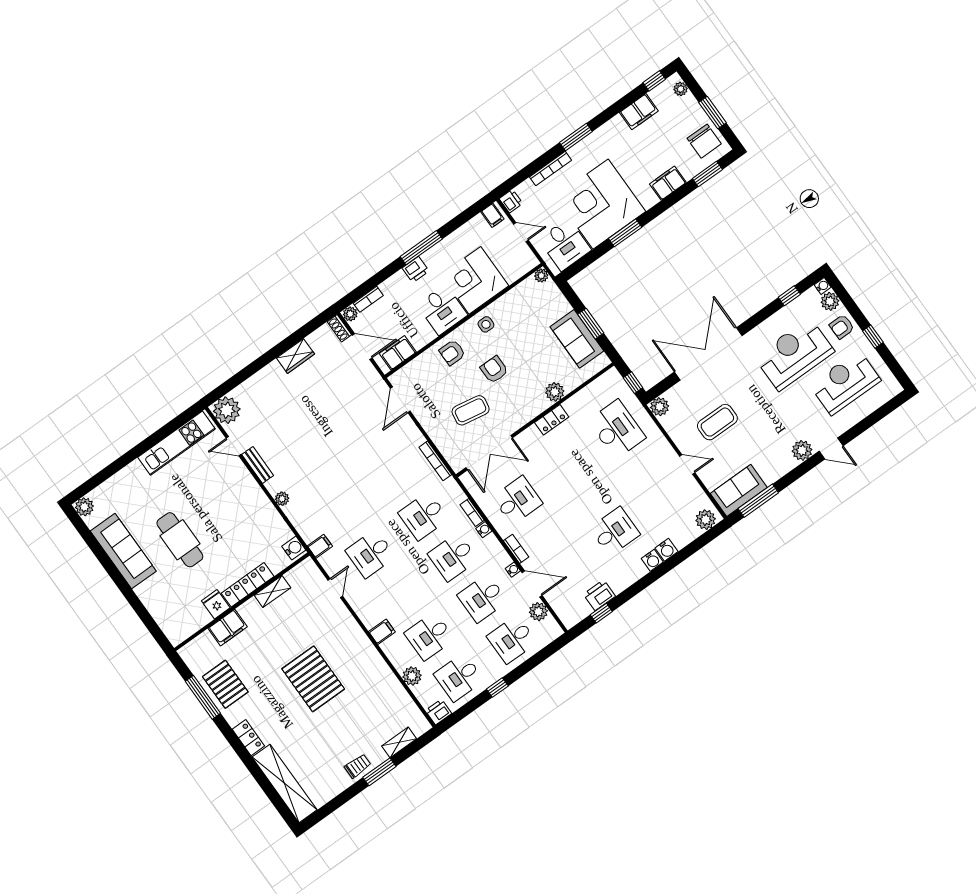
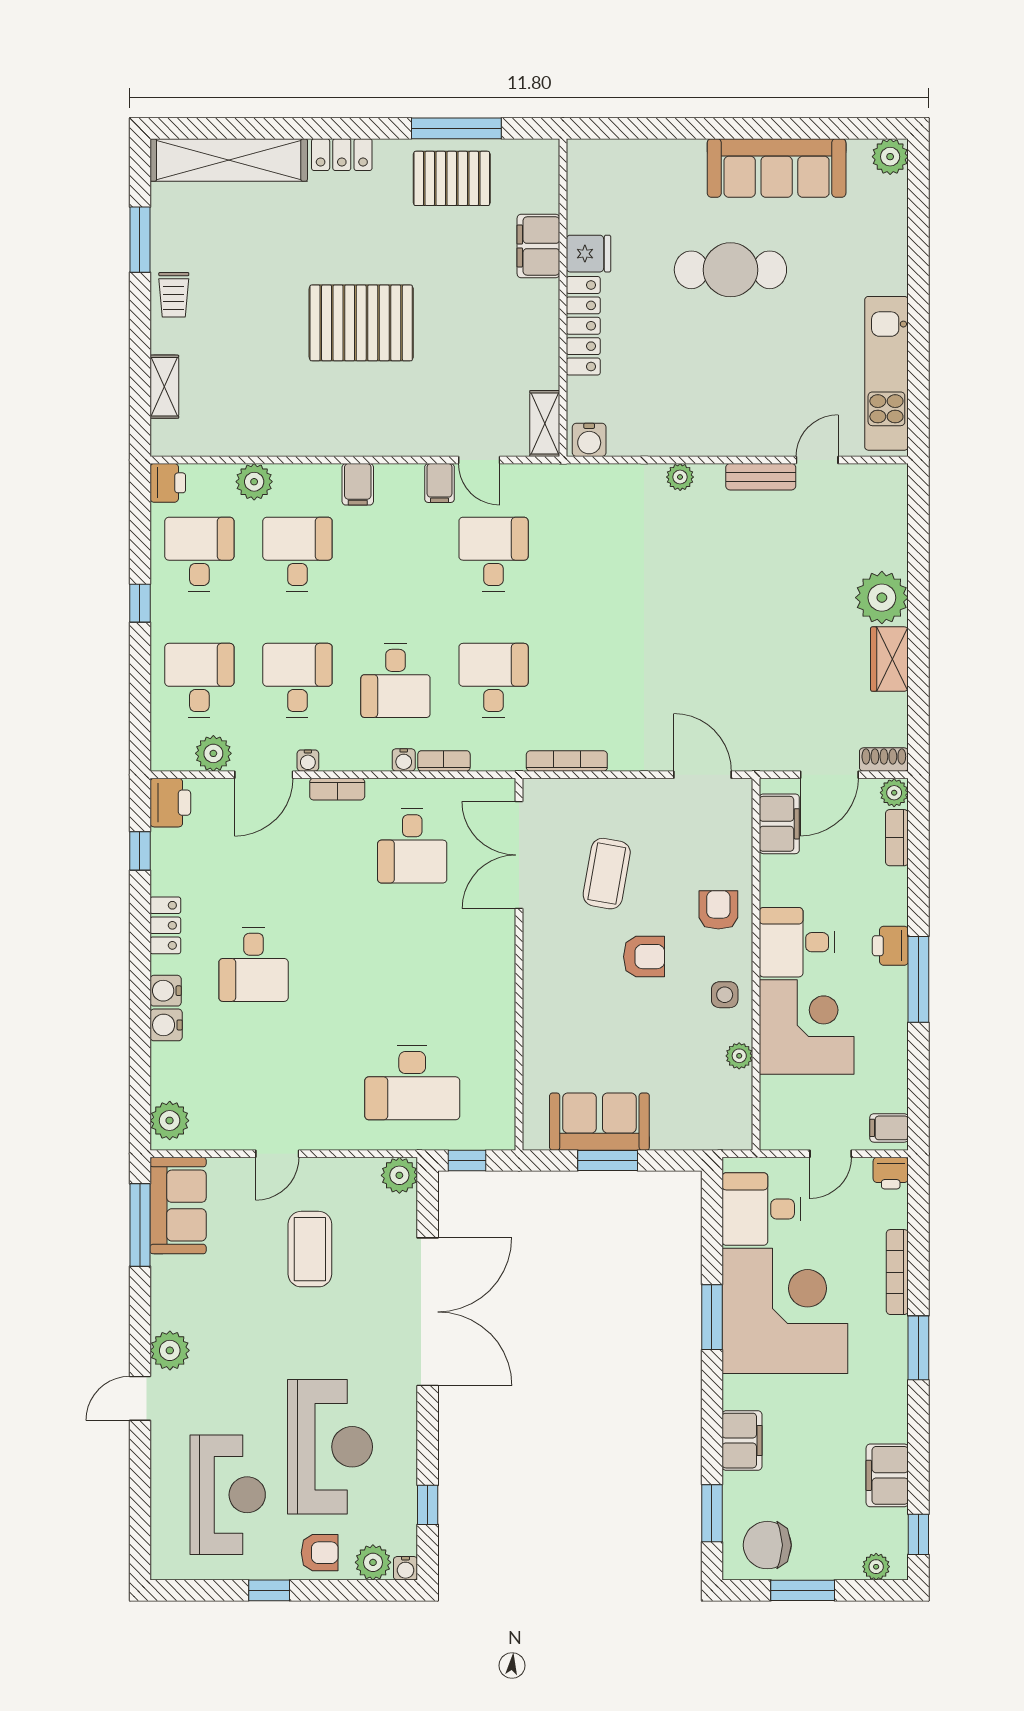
plant: (541, 276) -> (739, 1056), moved
armchair: (842, 327) -> (320, 1553), turned 90
plant: (555, 392) -> (541, 1027), removed
plant: (227, 410) -> (882, 598), moved
locker: (552, 420) -> (165, 925), moved, turned 180
filing cabinet: (320, 546) -> (439, 483), moved
desk: (453, 557) -> (395, 680), turned 180
shelving: (272, 592) -> (545, 424), moved
printer: (599, 595) -> (170, 803), moved
window: (379, 772) -> (140, 240), moved

